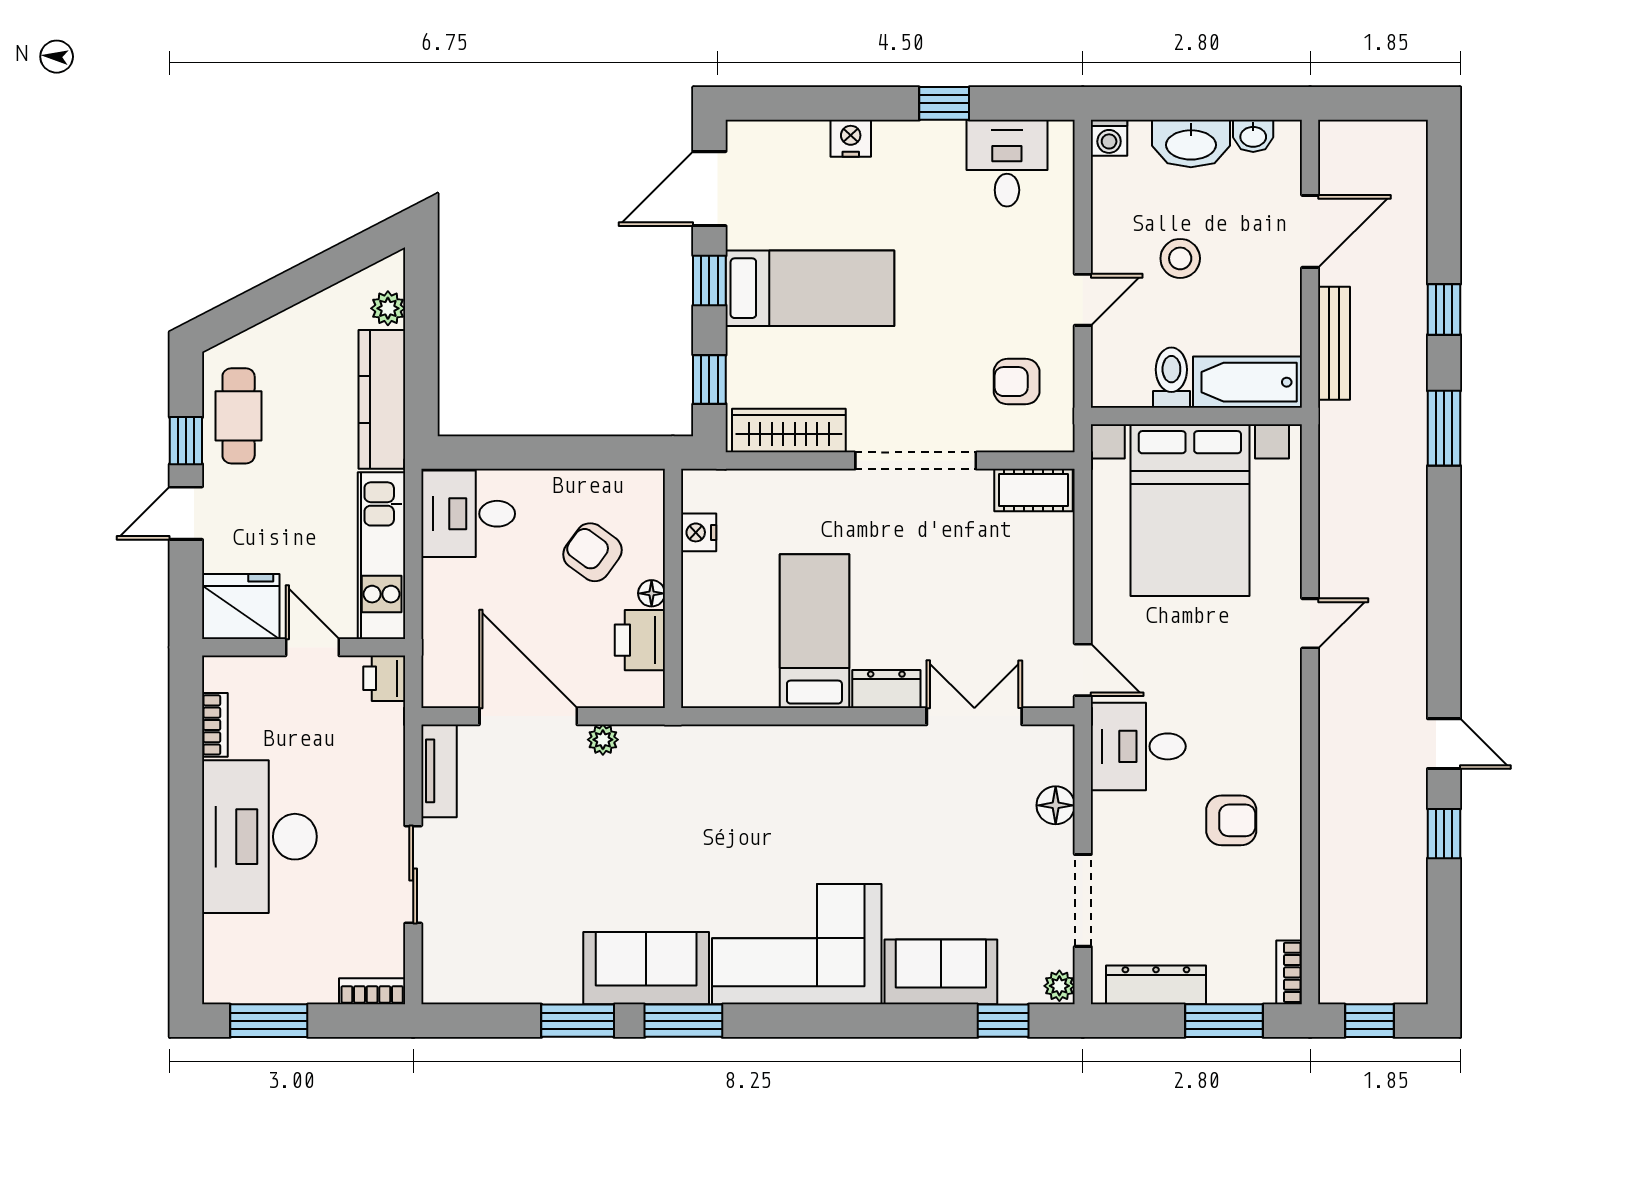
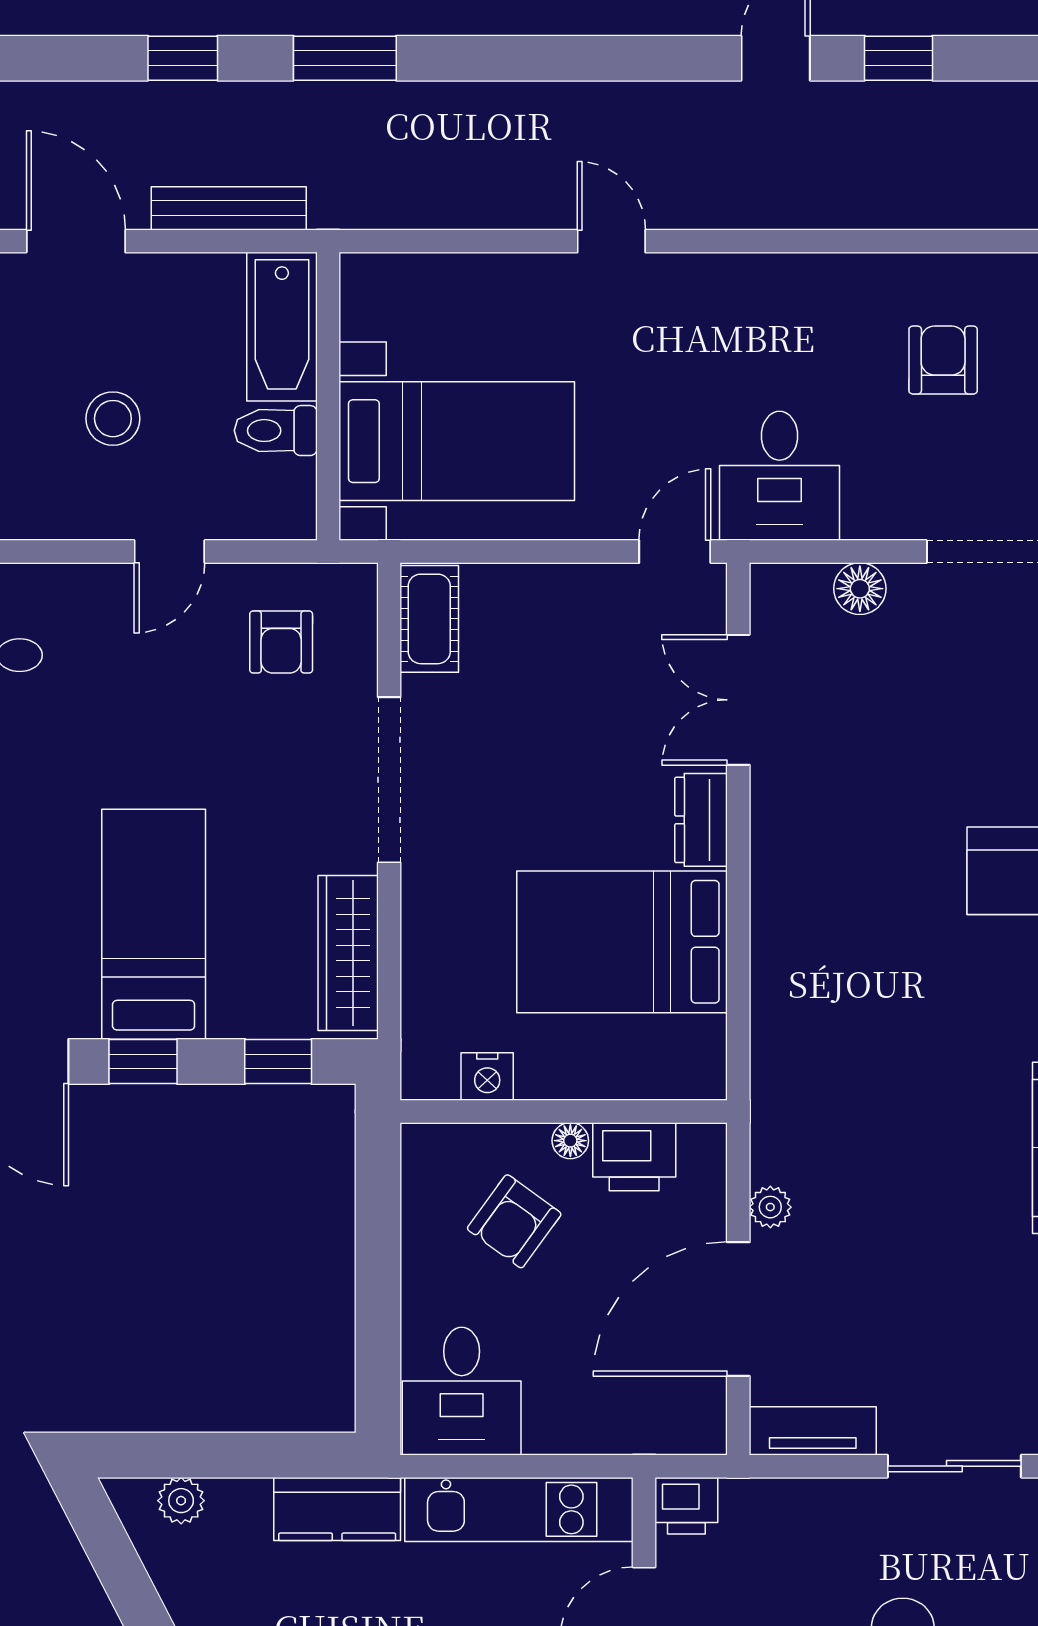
door: (1083, 300) -> (169, 552), swing flipped
kitchen counter: (382, 399) -> (337, 1509), width x0.67
bed with nightstands: (1190, 510) -> (457, 441), width x0.73
bed: (814, 631) -> (622, 942), width x1.50
armchair: (1231, 820) -> (943, 360), moved

